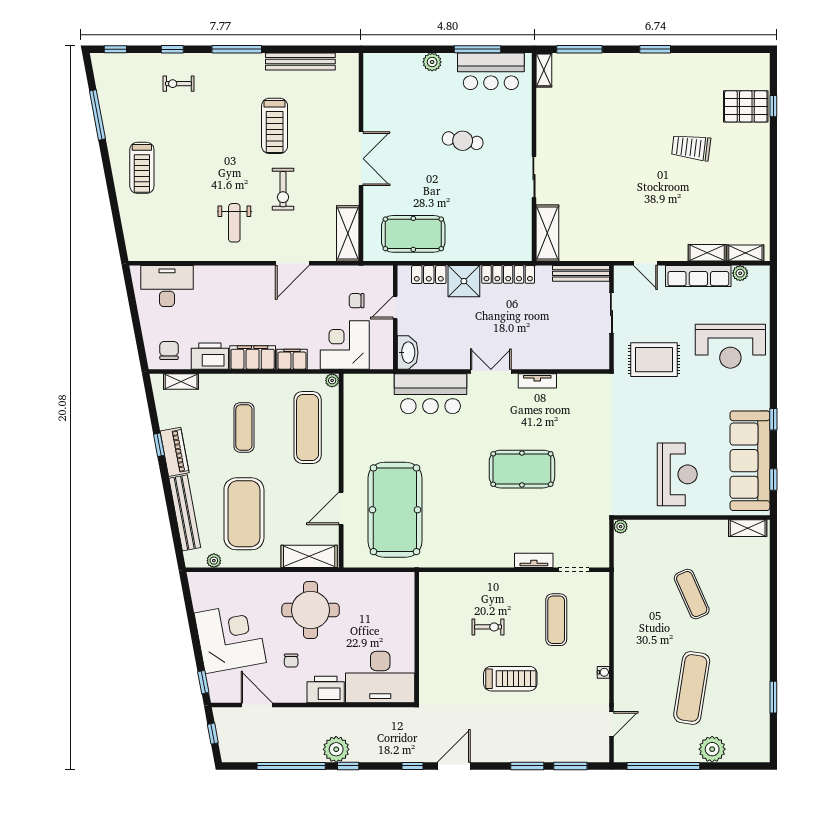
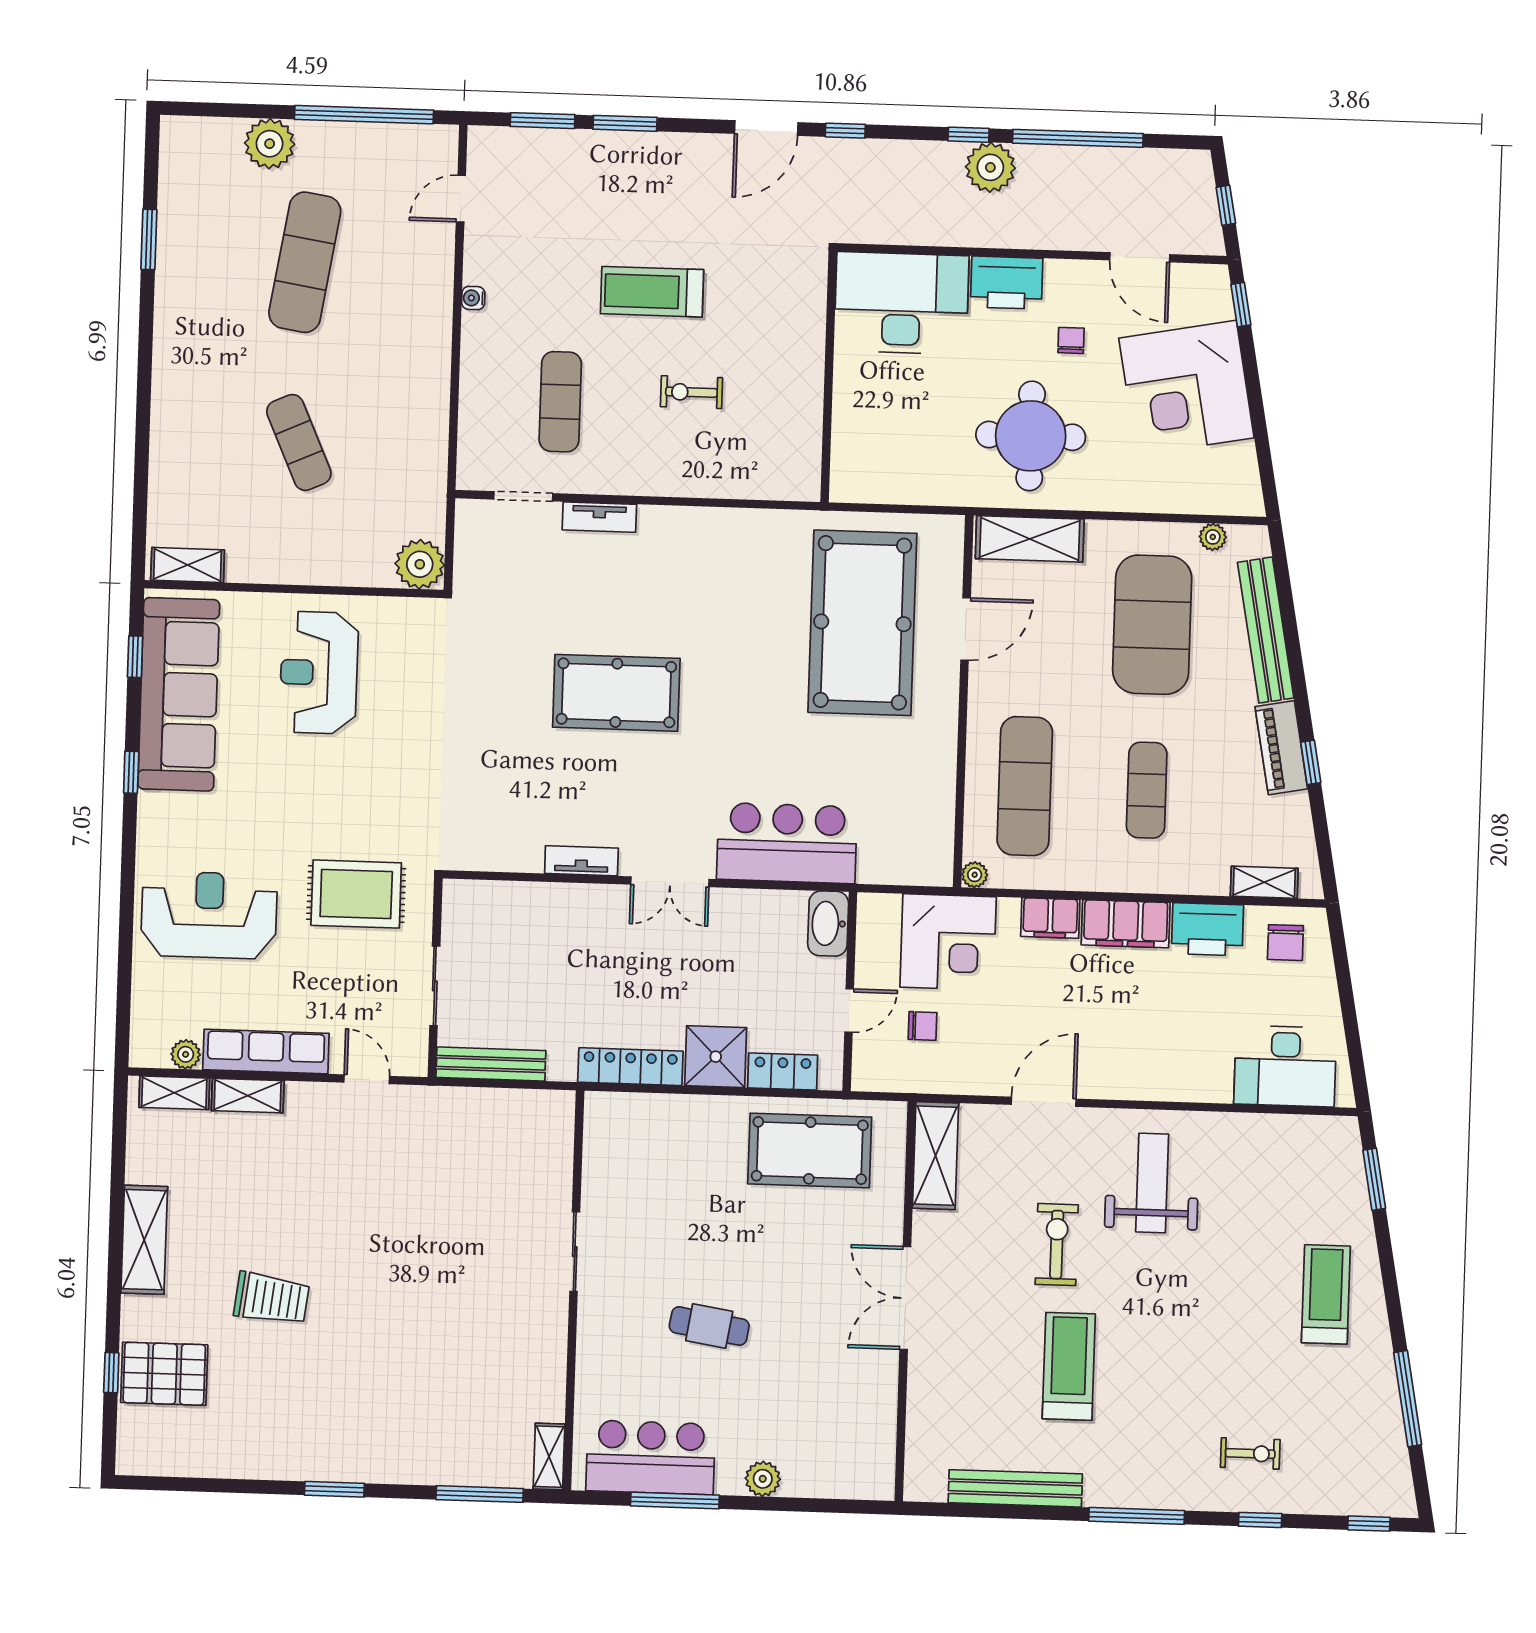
weight bench: (234, 223) -> (1152, 1183), width x1.36, depth x1.33
window: (119, 229) -> (1374, 1179), added
shelving: (547, 233) -> (144, 1240), moved
plant: (621, 527) -> (420, 564), width x1.87, depth x1.87

